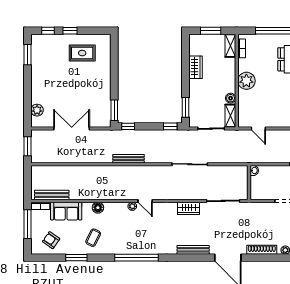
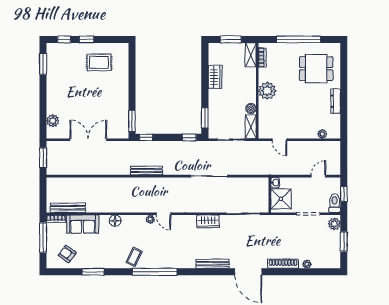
shower: (260, 186) -> (281, 199), added
coffee table: (93, 238) -> (134, 257), moved

